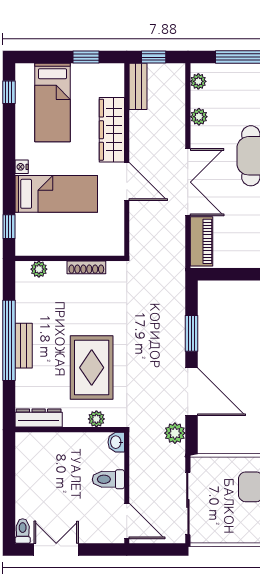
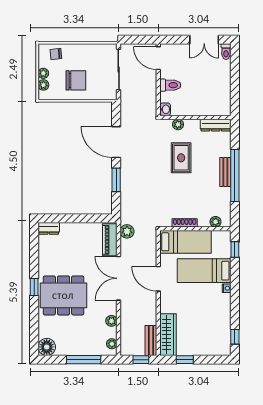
bed: (53, 102) -> (185, 242), moved, turned 90
wardrobe: (112, 130) -> (168, 335), moved
rug: (92, 368) -> (181, 158), width x0.73, depth x0.70
plant: (175, 433) -> (127, 231), moved

